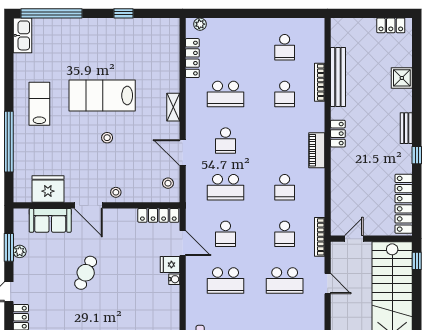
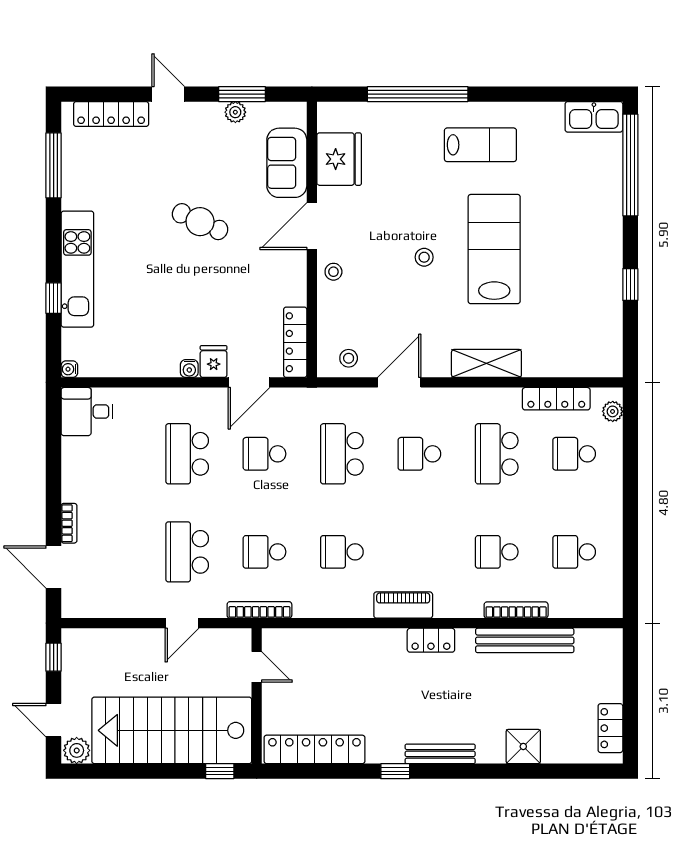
school desk: (226, 47) -> (574, 454), added
shelving: (173, 107) -> (486, 363), width x1.50, depth x1.33
bench: (406, 128) -> (440, 754), width x1.36

